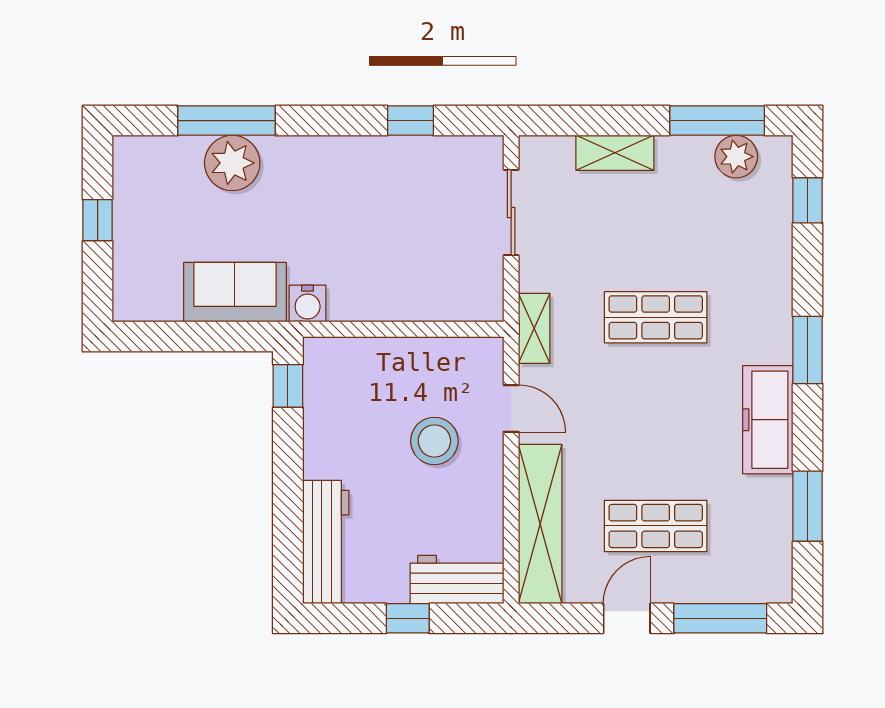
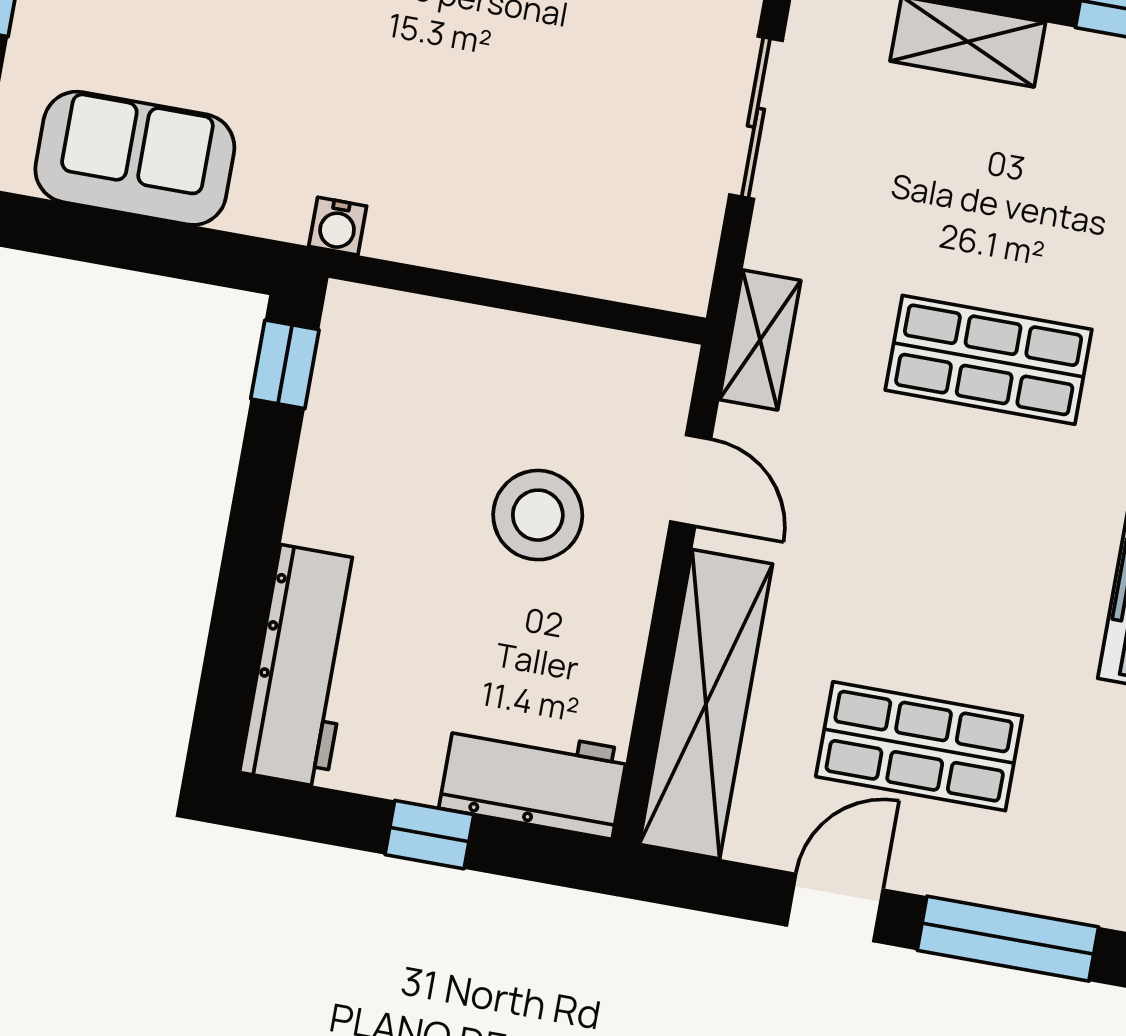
sofa: (235, 292) -> (135, 158), moved
water cooler: (308, 304) -> (338, 226), width x0.72, depth x0.72

